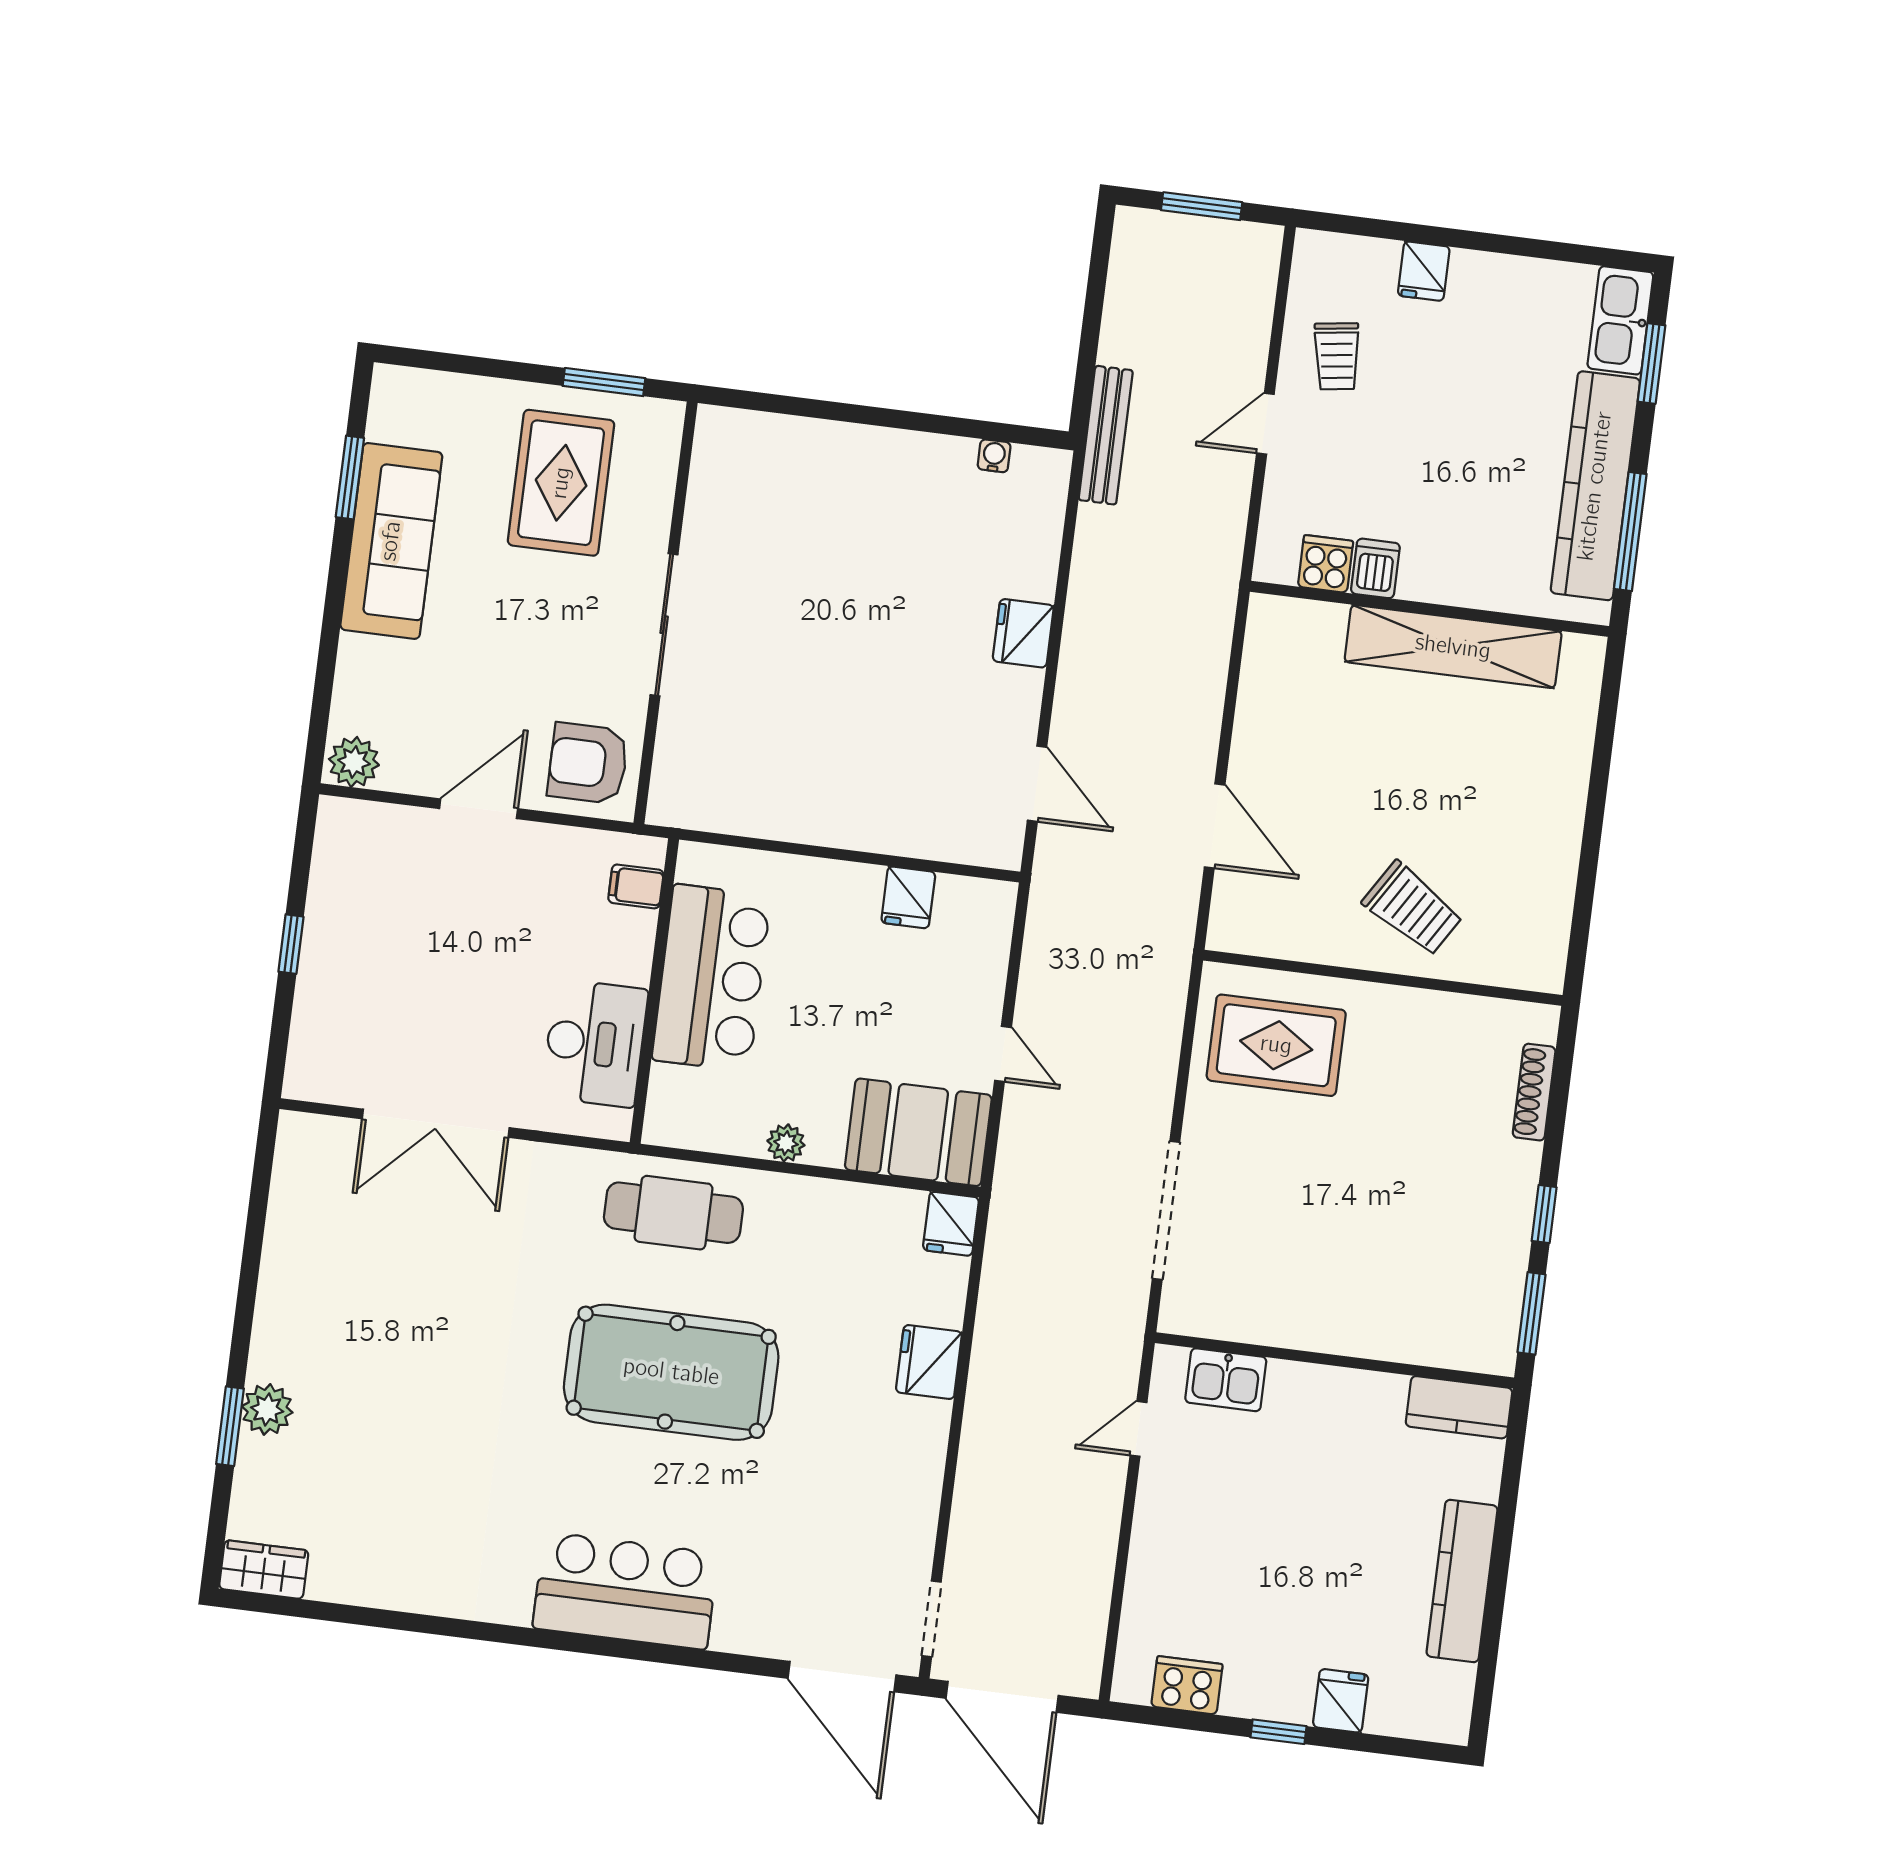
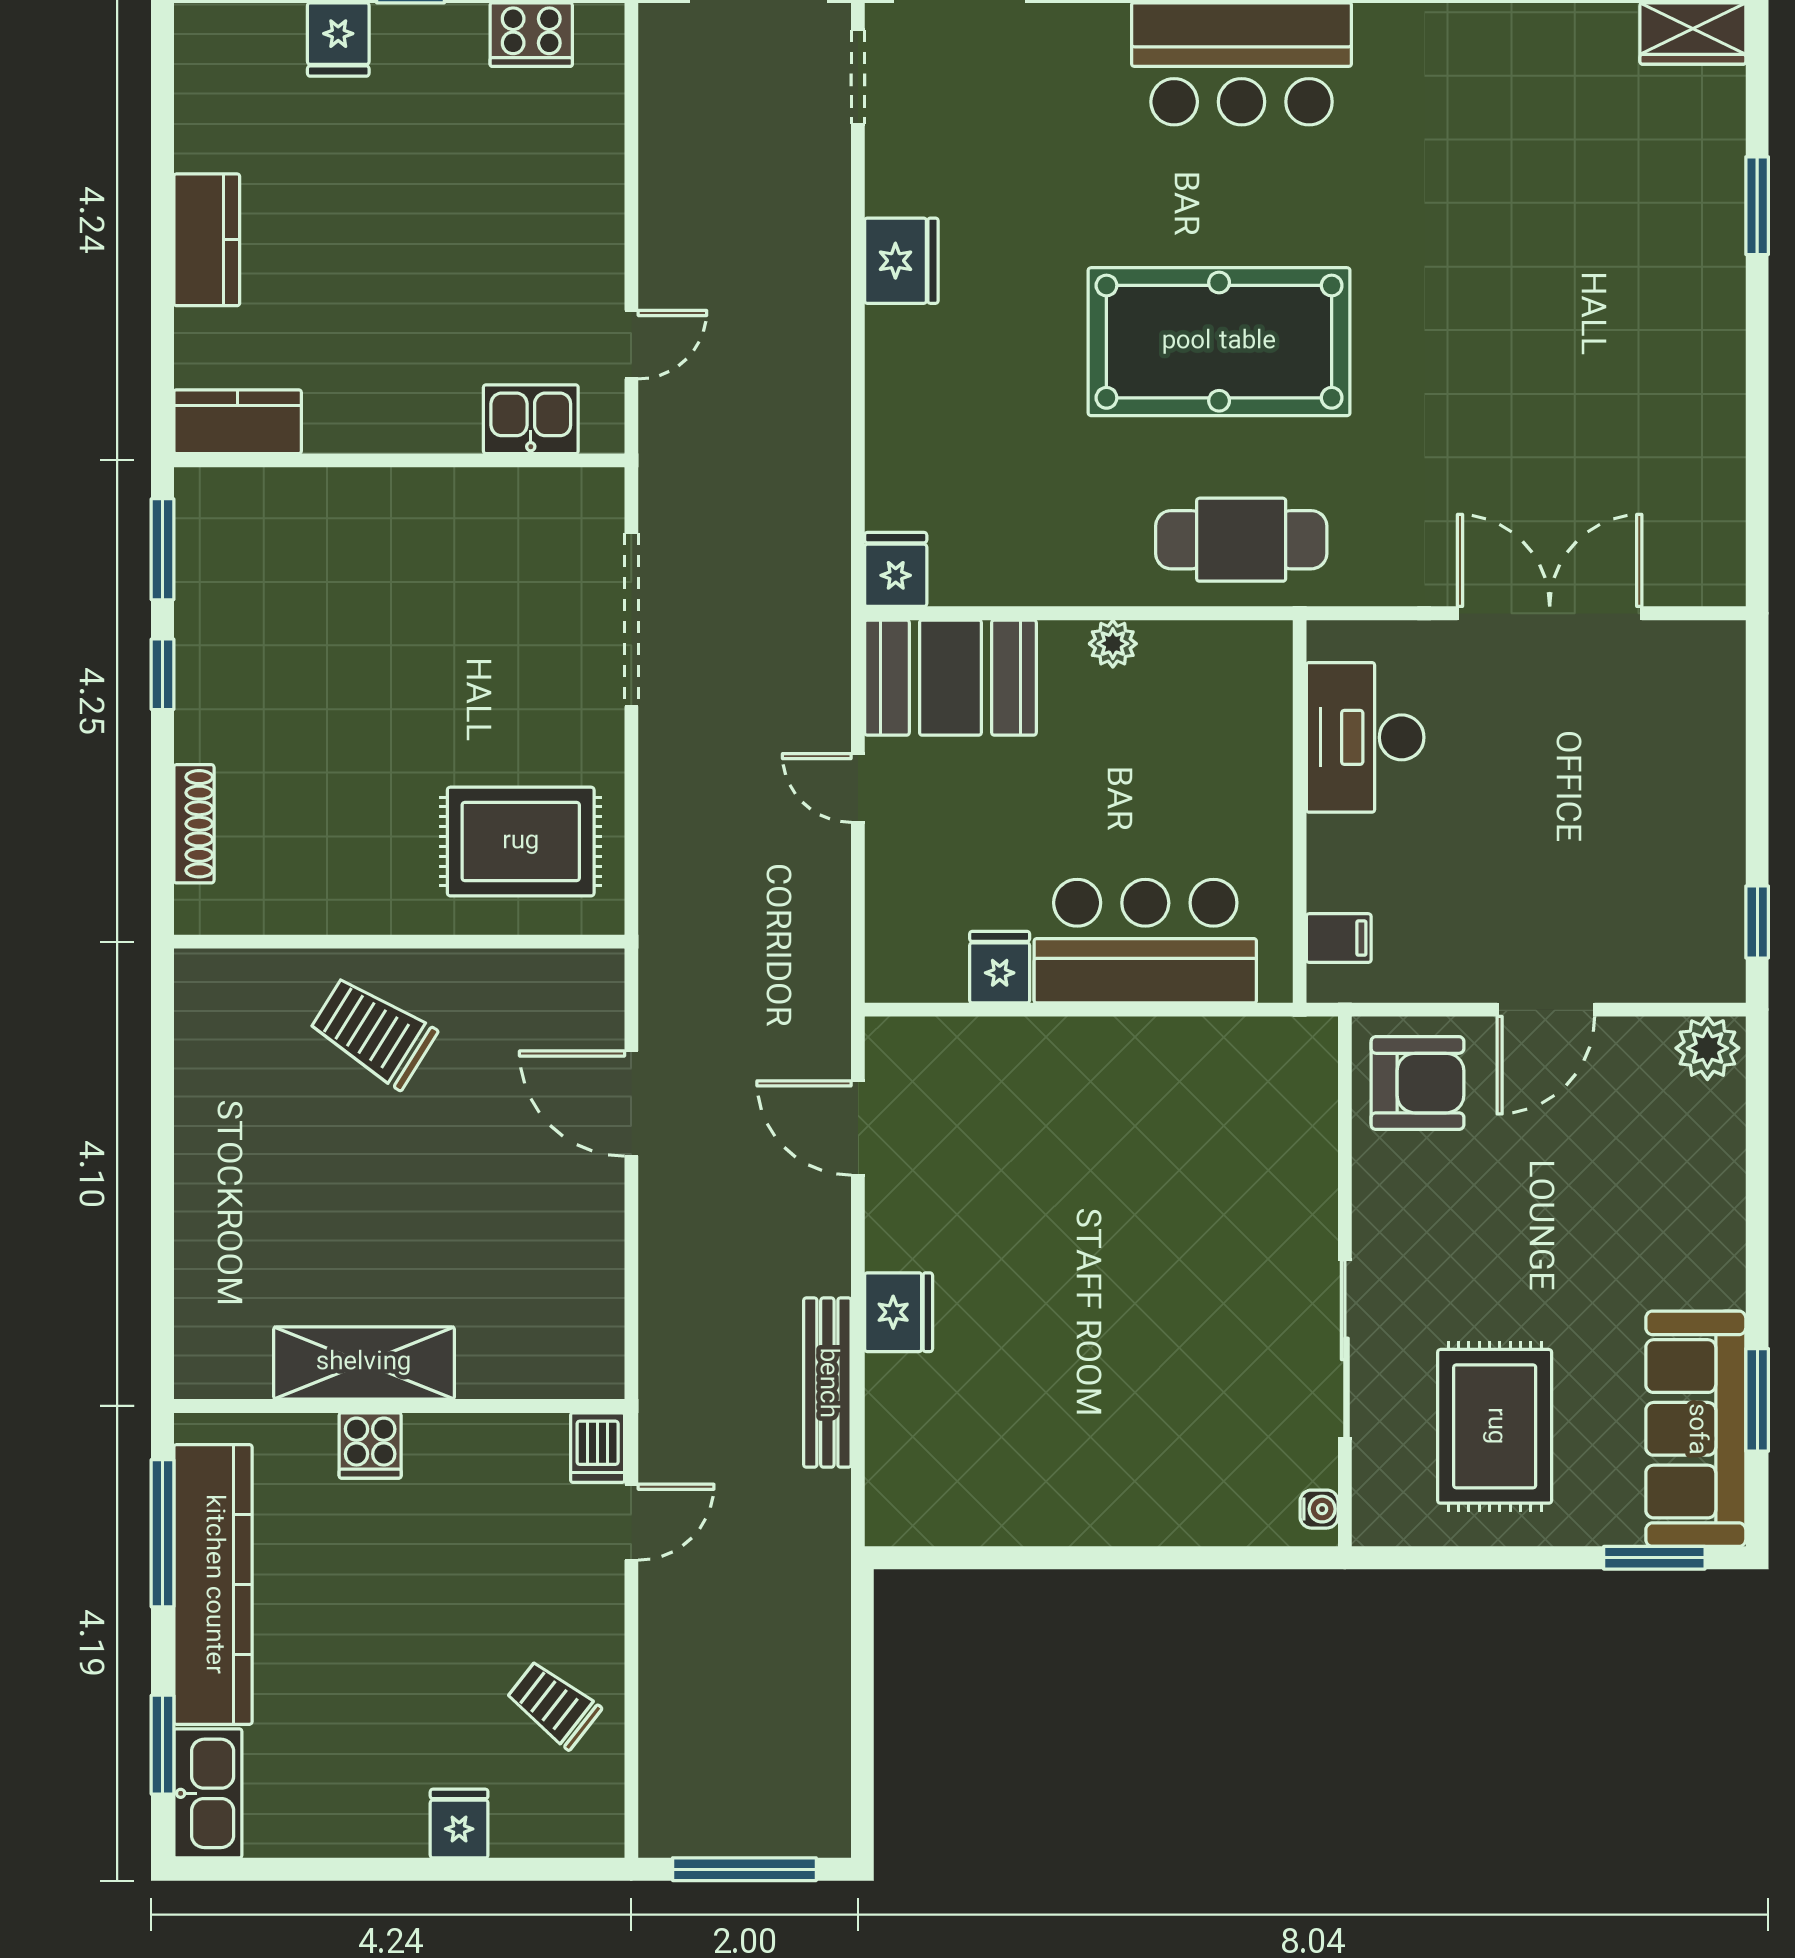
window: (1202, 206) -> (744, 1869), width x1.44
trolley: (1337, 356) -> (554, 1704), turned -44
window: (604, 382) -> (1654, 1558), moved
door: (1265, 424) -> (631, 1522), moved
bench: (1106, 435) -> (827, 1383), moved
water cooler: (994, 456) -> (1319, 1509), moved, turned -90
sofa: (391, 541) -> (1696, 1429), moved
cooker: (1326, 564) -> (370, 1445), moved
dishwasher: (1375, 568) -> (598, 1448), moved
sliding door: (664, 625) -> (1345, 1349), moved
shelving: (1453, 647) -> (364, 1363), width x0.68
window: (291, 944) -> (1757, 922), moved
bar counter: (711, 978) -> (1145, 941), moved, turned 90
fridge: (929, 1362) -> (901, 261), moved
plant: (267, 1409) -> (1714, 232), removed
kitchen counter: (1462, 1581) -> (207, 240), width x0.67

